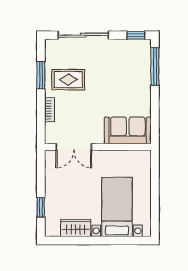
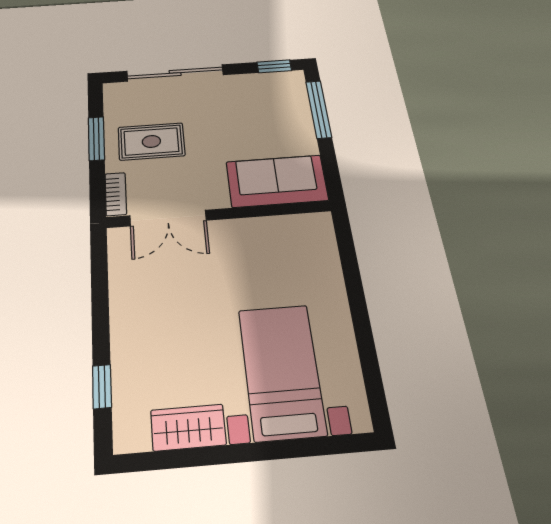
sofa: (128, 130) -> (277, 181), moved
double door: (74, 147) -> (168, 218), moved
wall: (98, 147) -> (219, 214), moved

